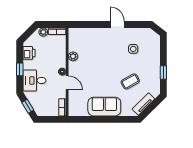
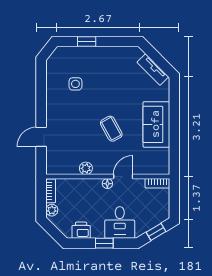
door: (117, 24) -> (41, 137), moved
window: (163, 73) -> (87, 42), moved
coffee table: (130, 81) -> (111, 129), moved

